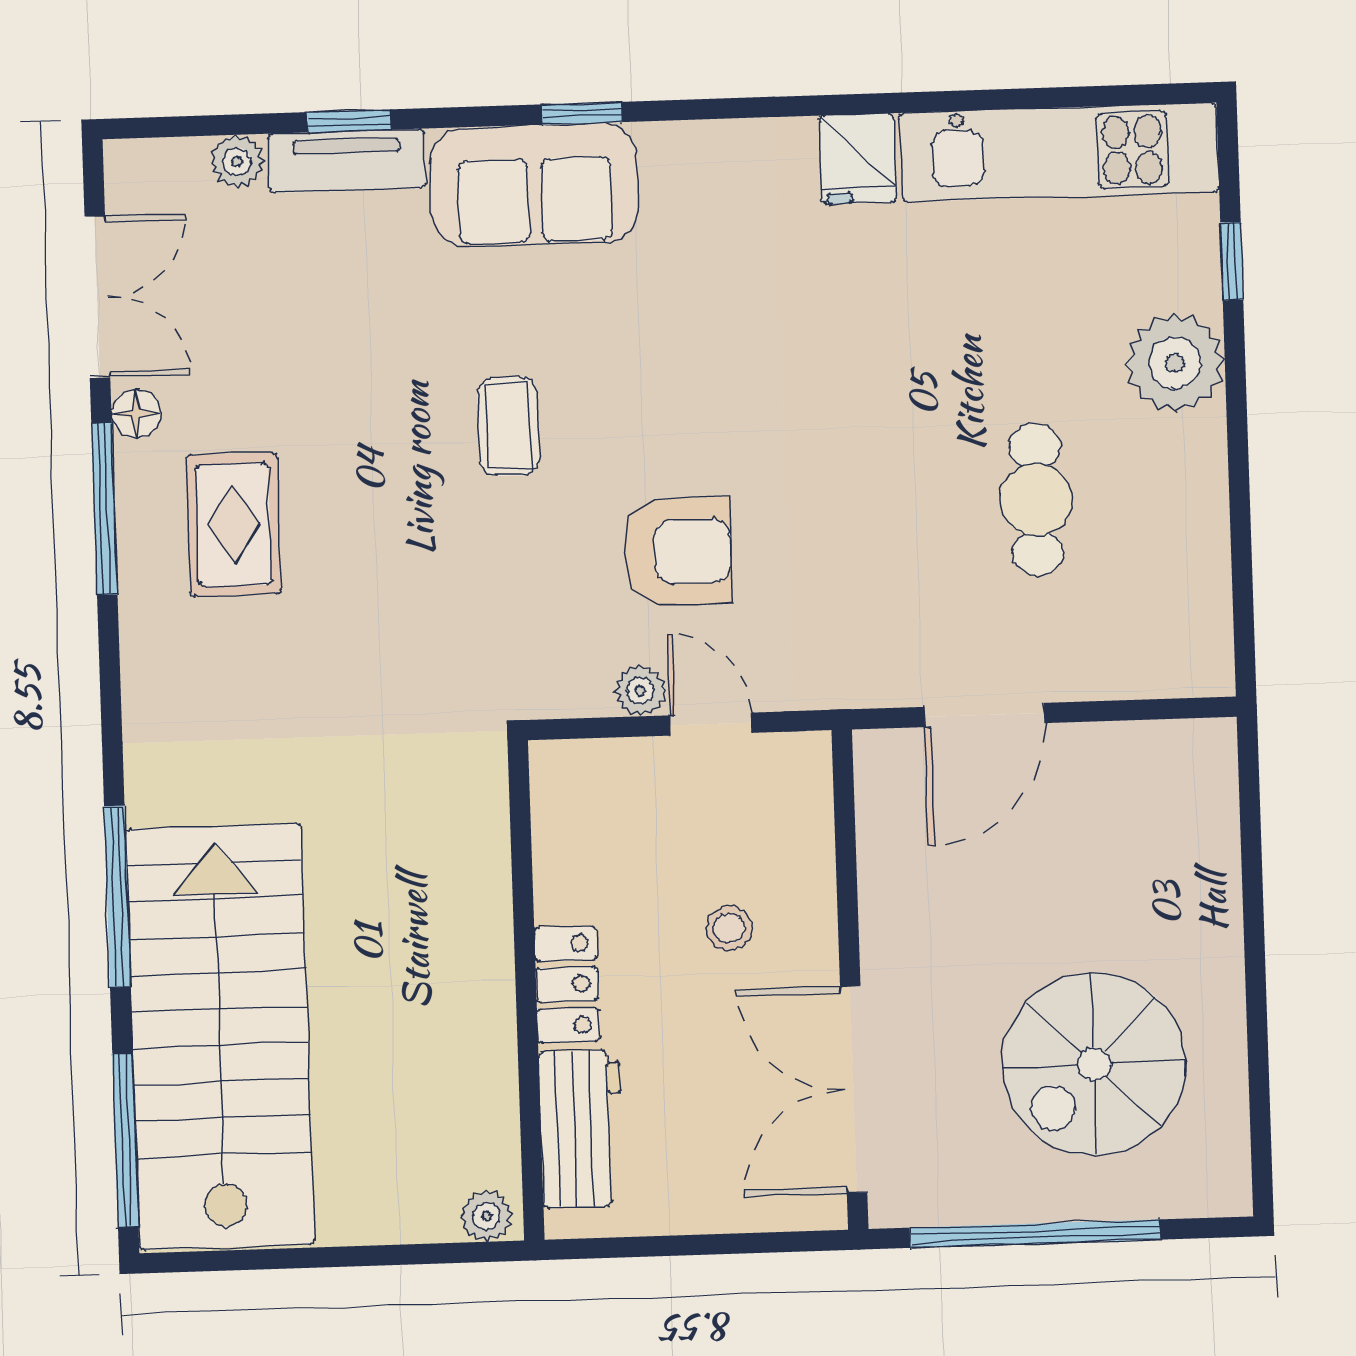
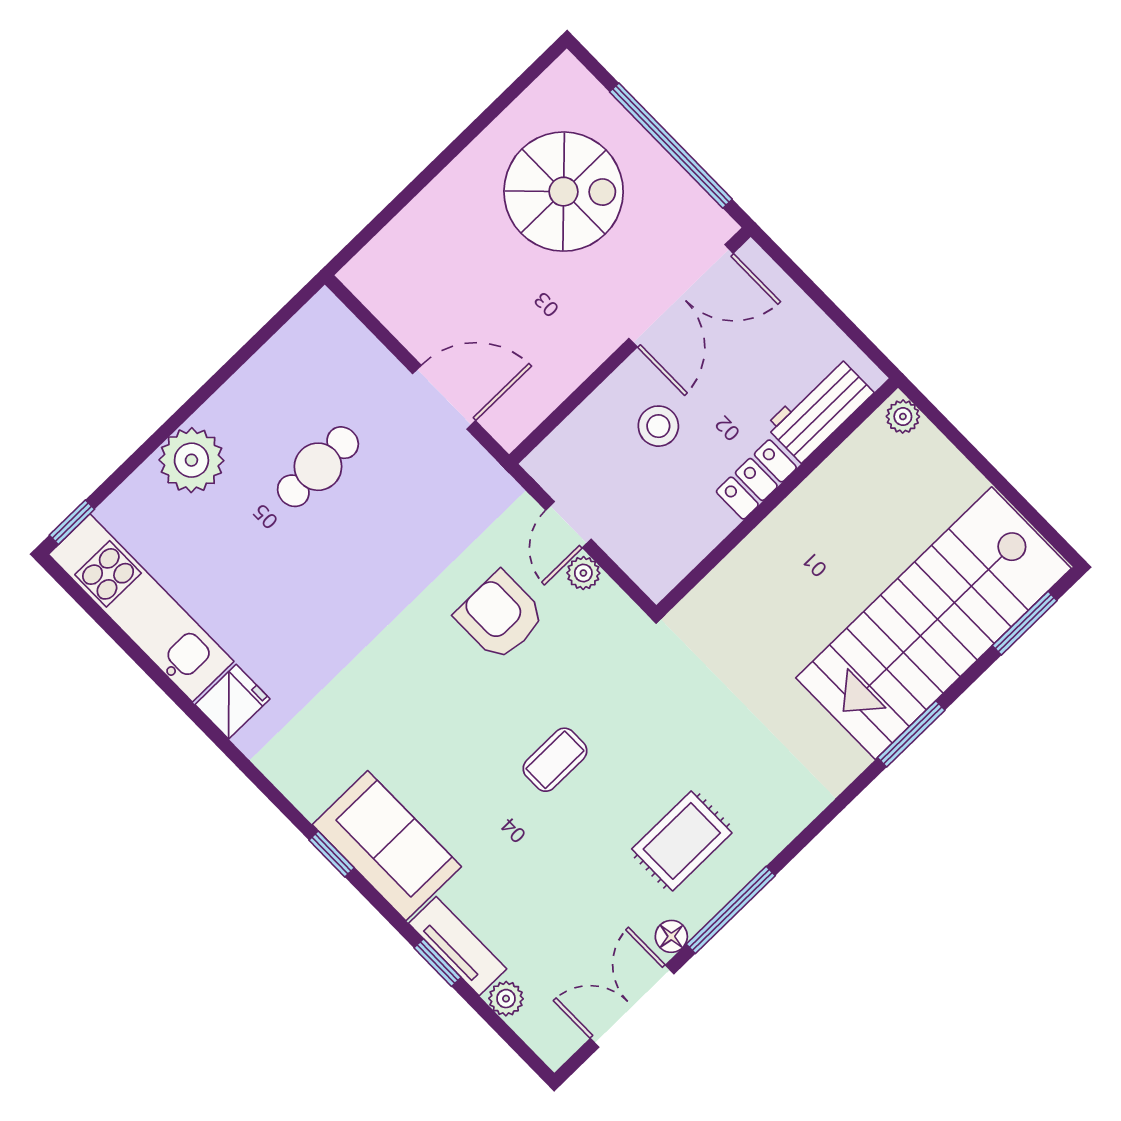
window: (1232, 261) -> (72, 522), moved
coffee table: (508, 426) -> (555, 760), moved
window: (117, 896) -> (911, 734), width x0.69
stool: (729, 928) -> (658, 426), width x1.37, depth x1.37
window: (125, 1140) -> (1025, 623), width x0.69

